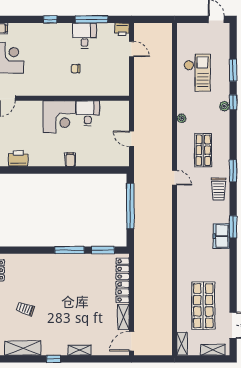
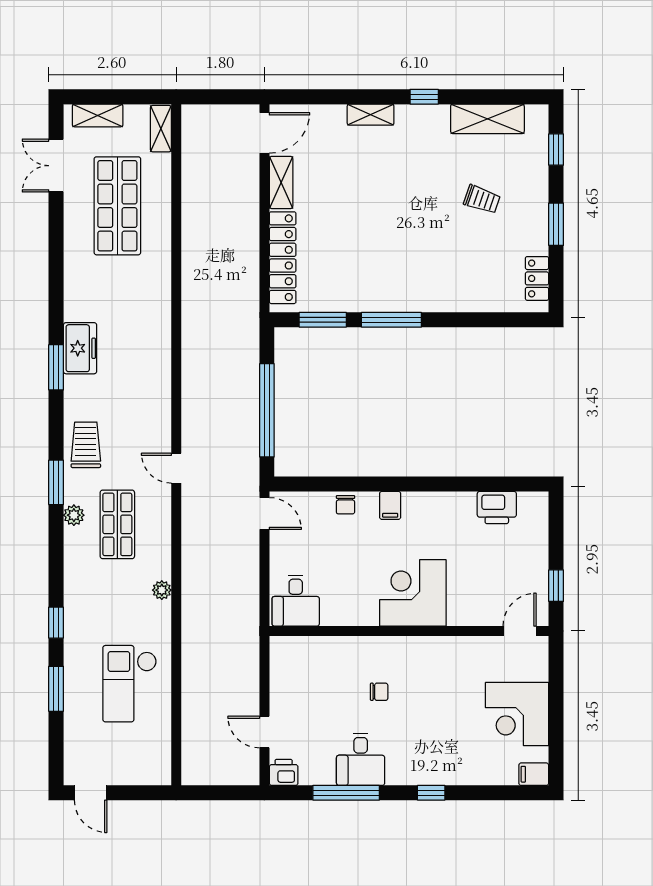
plant: (224, 106) -> (74, 515), moved
desk: (88, 113) -> (296, 601), moved
door: (131, 139) -> (264, 514), moved
chair: (92, 160) -> (345, 505), added

